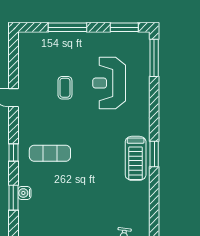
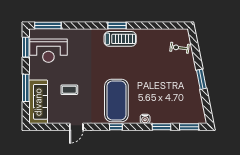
sofa: (48, 44) -> (38, 102), added
reception desk: (109, 83) -> (48, 51), moved
exercise mat: (50, 153) -> (116, 100), width x2.00, depth x1.45
window: (13, 198) -> (161, 127), moved

